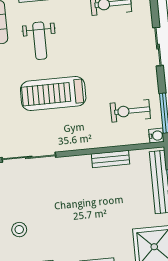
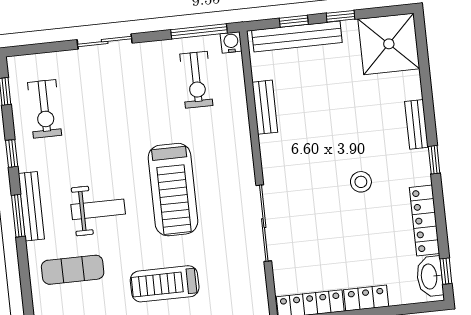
stool: (19, 230) -> (361, 182), moved

